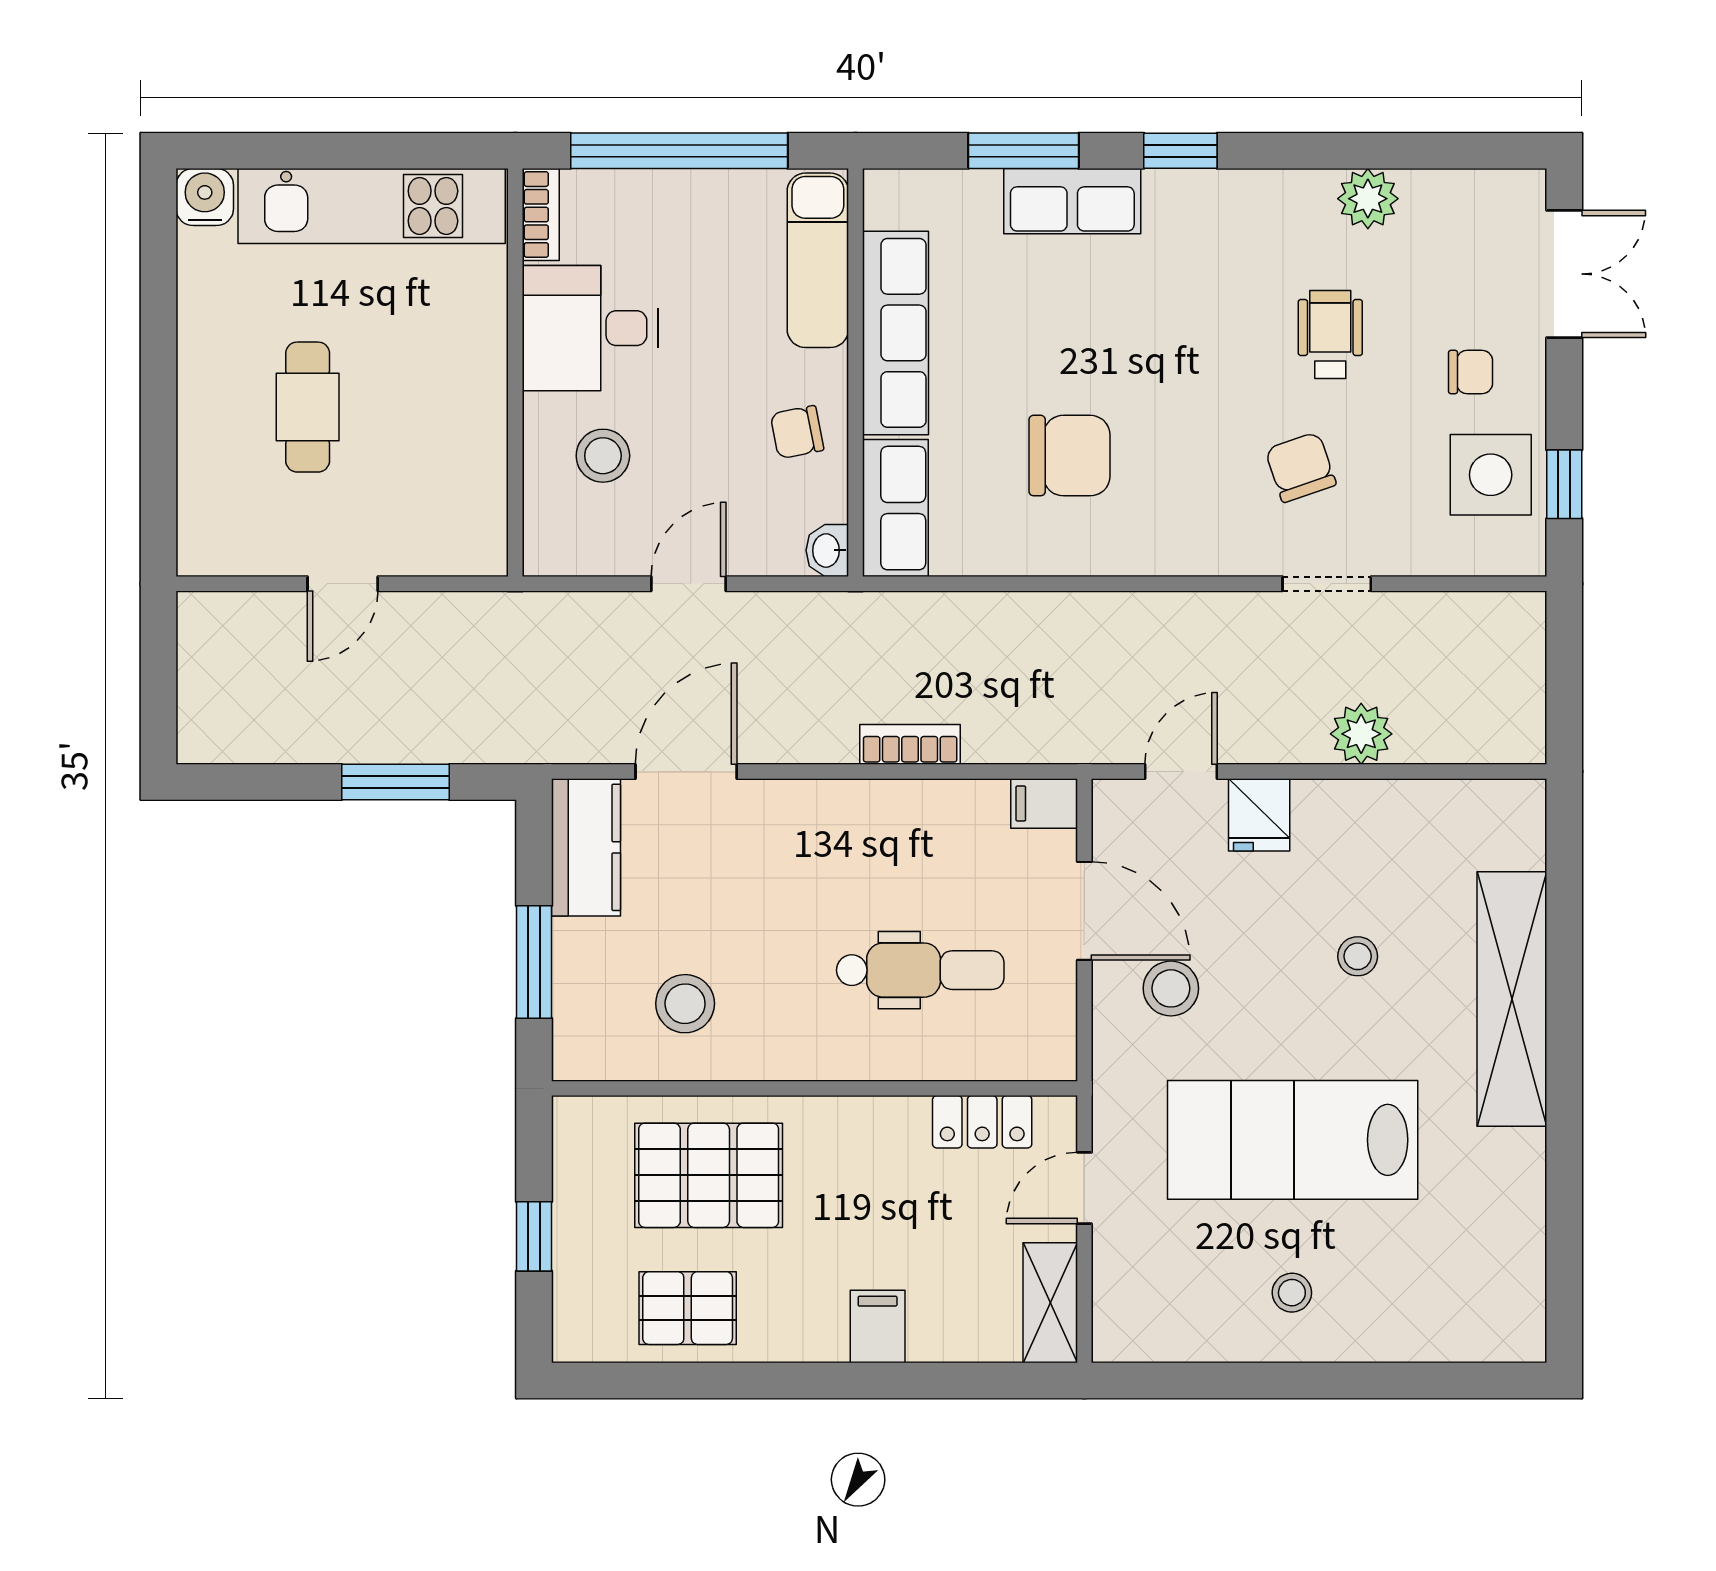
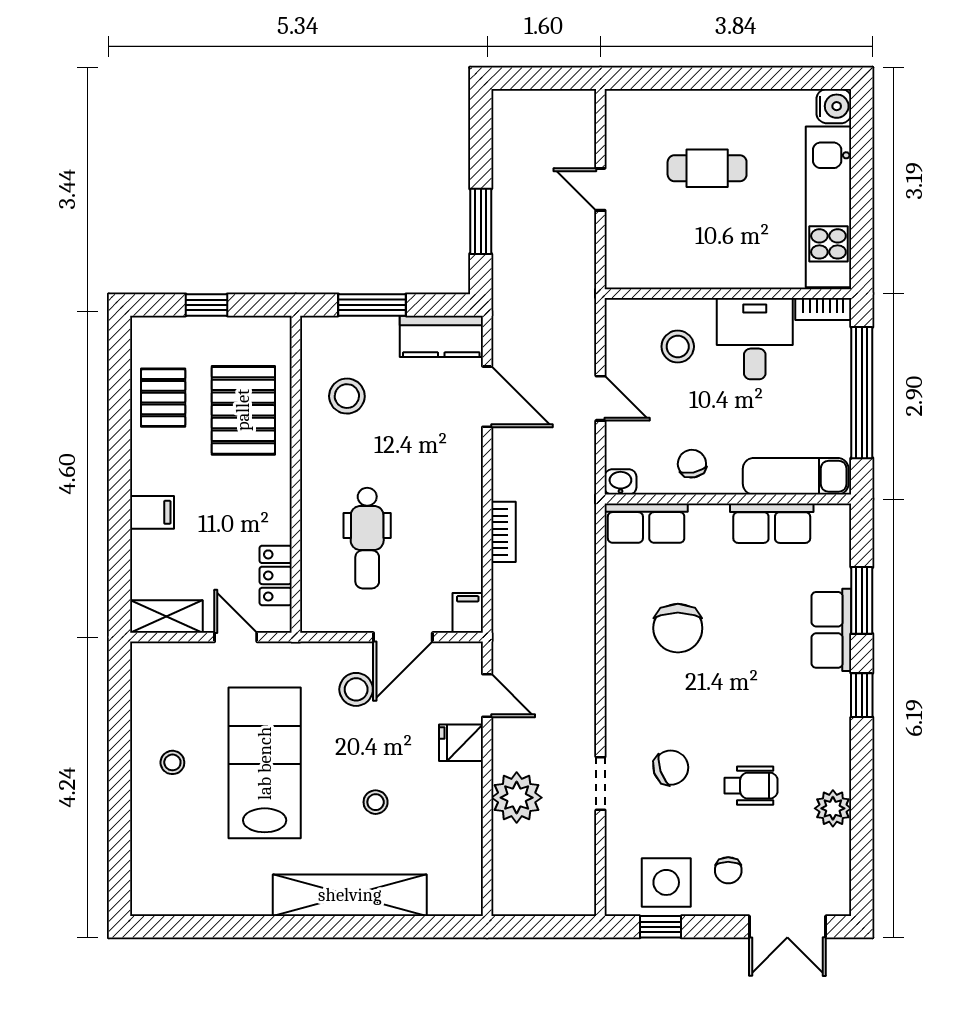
row of seats: (896, 333) -> (772, 523), width x0.68
plant: (1361, 734) -> (517, 798), width x1.36, depth x1.36

